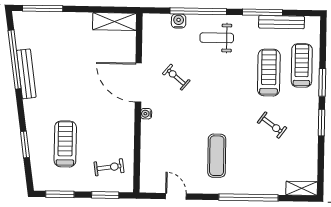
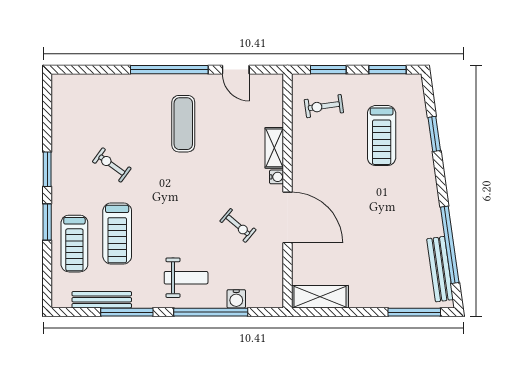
bench: (26, 74) -> (440, 269), moved
shelving: (302, 188) -> (274, 148), moved, turned 90
window: (248, 198) -> (169, 70), moved

